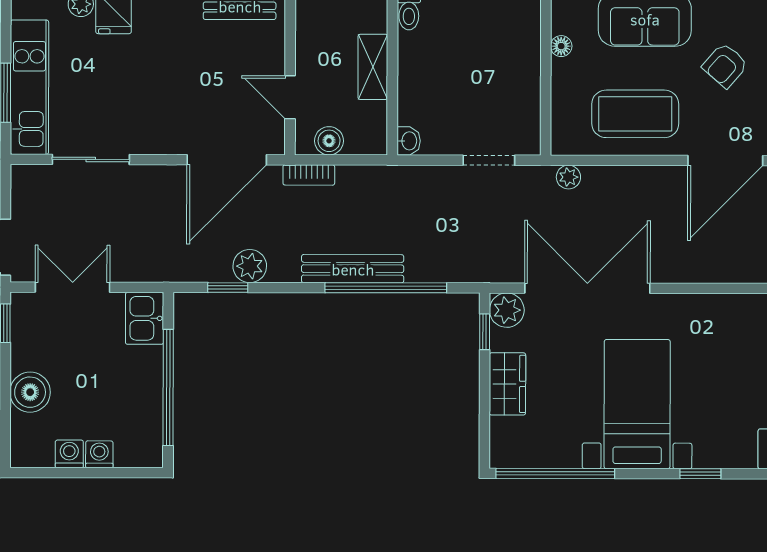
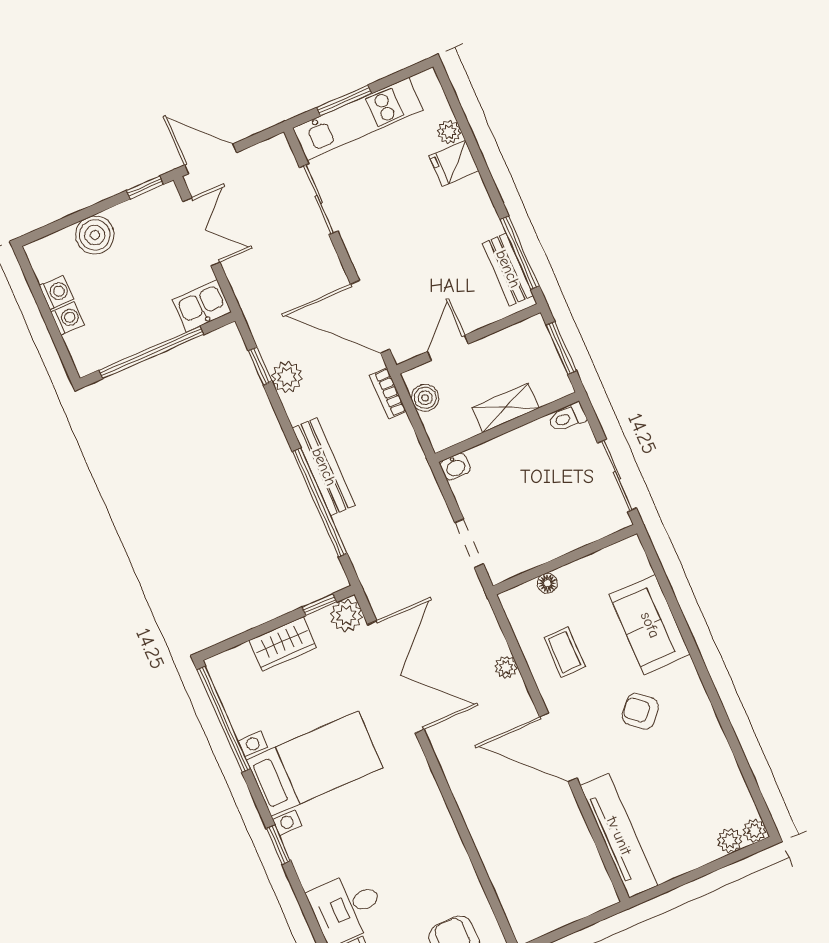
floor lamp: (561, 46) -> (547, 583), moved
coffee table: (635, 114) -> (564, 652), width x0.54, depth x0.58
plant: (568, 177) -> (506, 667), moved

